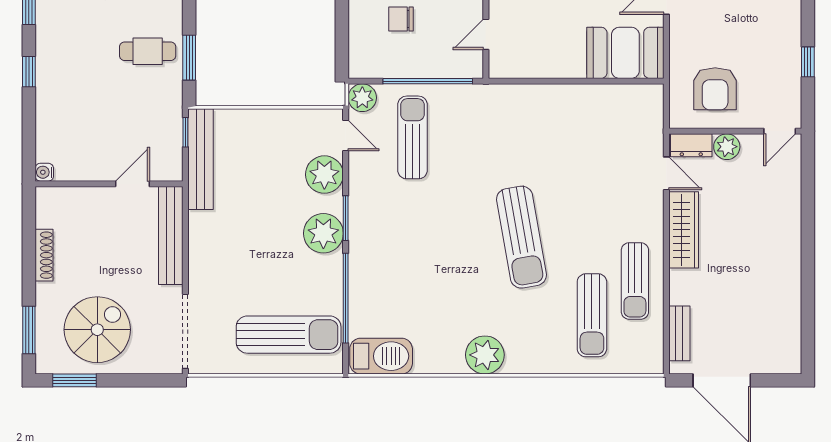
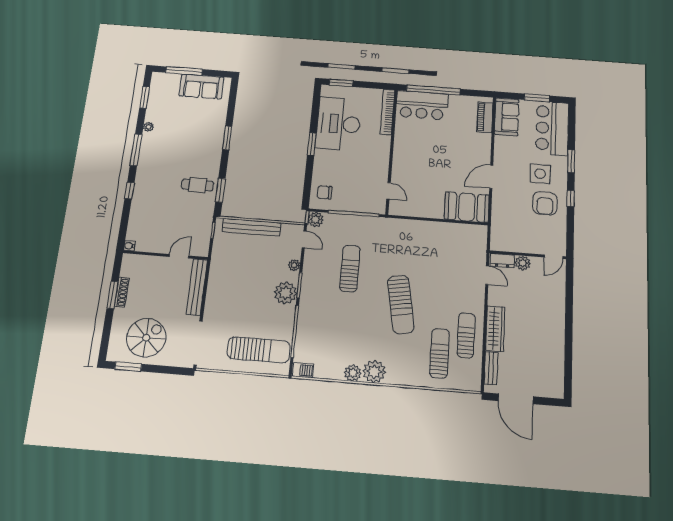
chair: (401, 19) -> (325, 192), moved
door: (486, 34) -> (388, 191), swing flipped
window: (808, 62) -> (571, 198), moved
armchair: (715, 89) -> (545, 203), moved
sun lounger: (413, 137) -> (350, 268), moved
bench: (201, 159) -> (252, 227), moved, turned 90
plant: (324, 175) -> (294, 265), width x0.53, depth x0.53
wardrobe: (684, 230) -> (495, 329), moved
sun lounger: (635, 281) -> (466, 335), turned 180
sun lounger: (592, 315) -> (440, 353), turned 180
window: (29, 330) -> (113, 295), moved
barbecue: (381, 356) -> (303, 370), width x0.53, depth x0.65
plant: (450, 360) -> (353, 373), added

